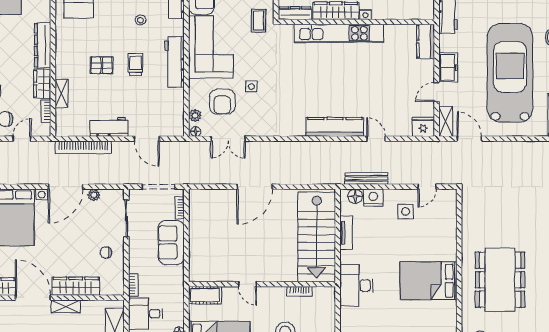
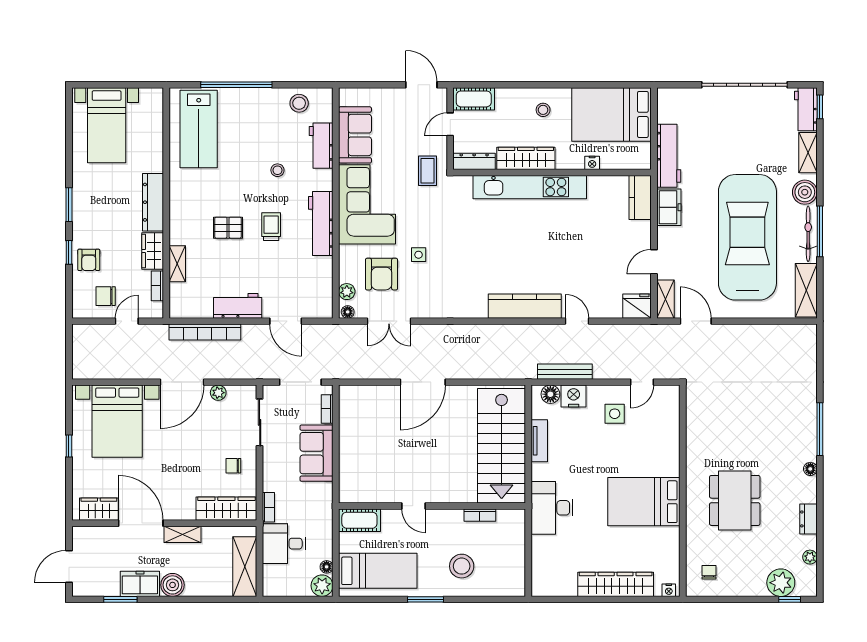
nightstand: (365, 14) -> (592, 163), moved
freezer: (448, 67) -> (669, 207), moved
dining table: (500, 280) -> (735, 500), width x0.73, depth x0.80
wardrobe: (76, 286) -> (226, 509), moved

